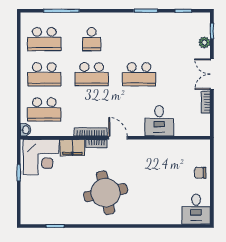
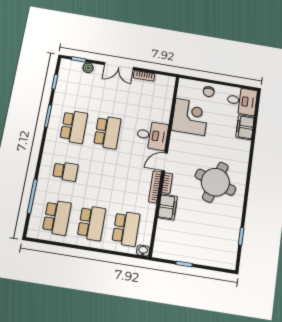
school desk: (92, 74) -> (74, 127), moved
desk: (159, 121) -> (152, 135), moved
corner desk: (41, 157) -> (190, 117), moved
round table: (106, 193) -> (215, 182), turned 30
filing cabinet: (168, 216) -> (245, 127), added

